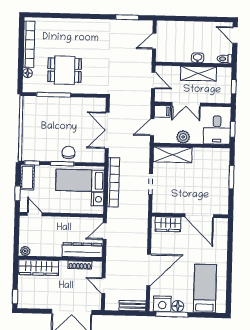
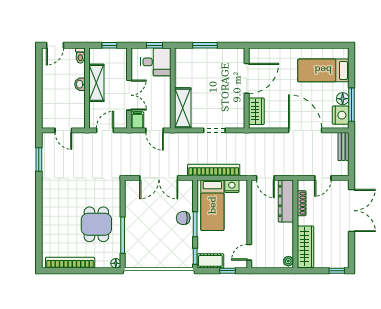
floor lamp: (28, 73) -> (116, 263), moved
plant: (183, 137) -> (164, 97), removed

